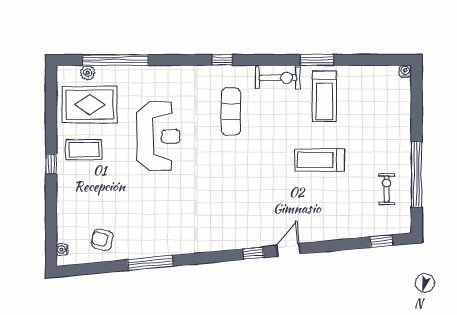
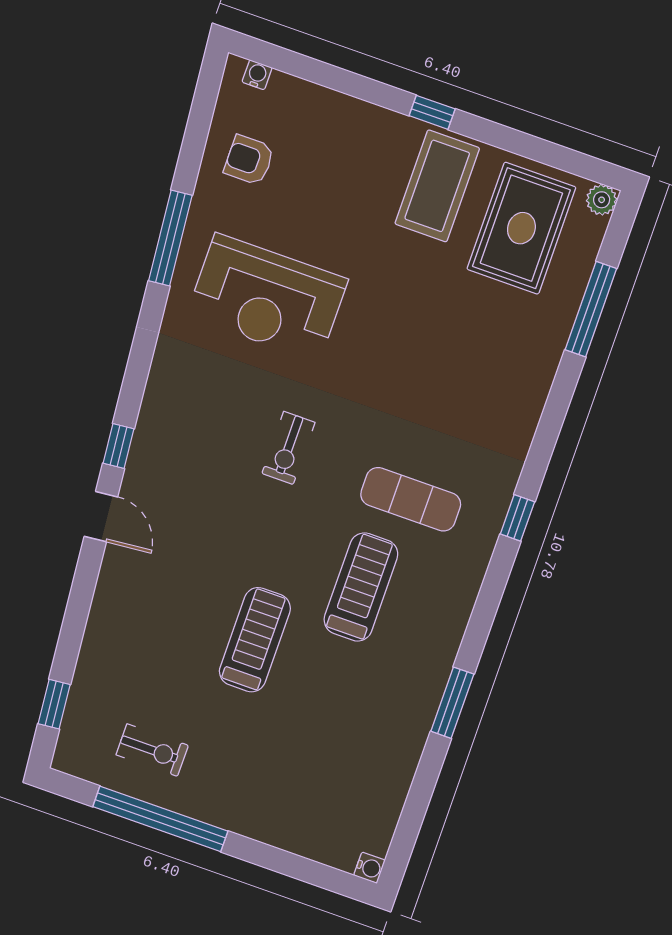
window: (115, 60) -> (591, 309), width x0.68
plant: (87, 73) -> (602, 200), moved
exercise bike: (278, 78) -> (288, 448), moved, width x0.73, depth x0.72
treadmill: (324, 97) -> (361, 587), moved, turned 90
reception desk: (158, 136) -> (267, 298), moved
coffee table: (84, 150) -> (437, 186), width x1.36, depth x1.32
armchair: (102, 240) -> (249, 160), turned -103

